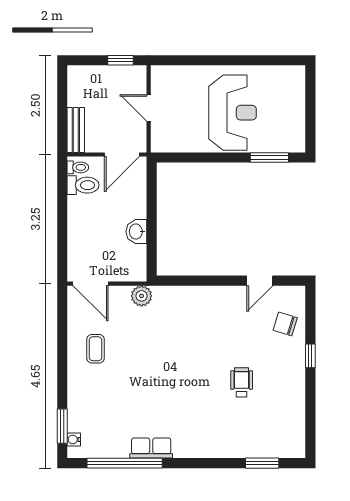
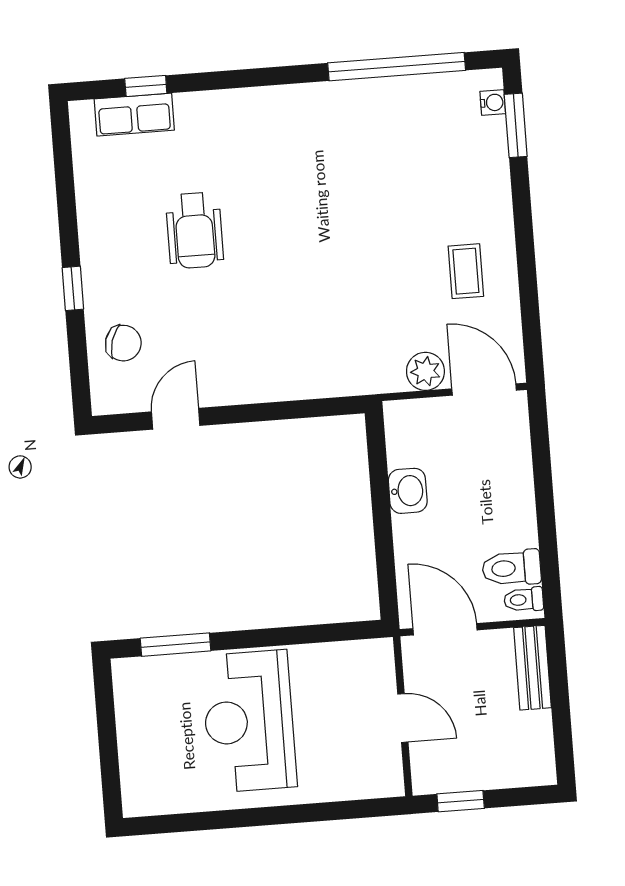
door: (122, 155) -> (445, 629), hinge flipped
plant: (142, 296) -> (425, 371), moved
wheelchair: (242, 382) -> (195, 230), width x1.36, depth x1.37
row of seats: (151, 448) -> (134, 115), moved
window: (262, 463) -> (146, 86), width x0.67

